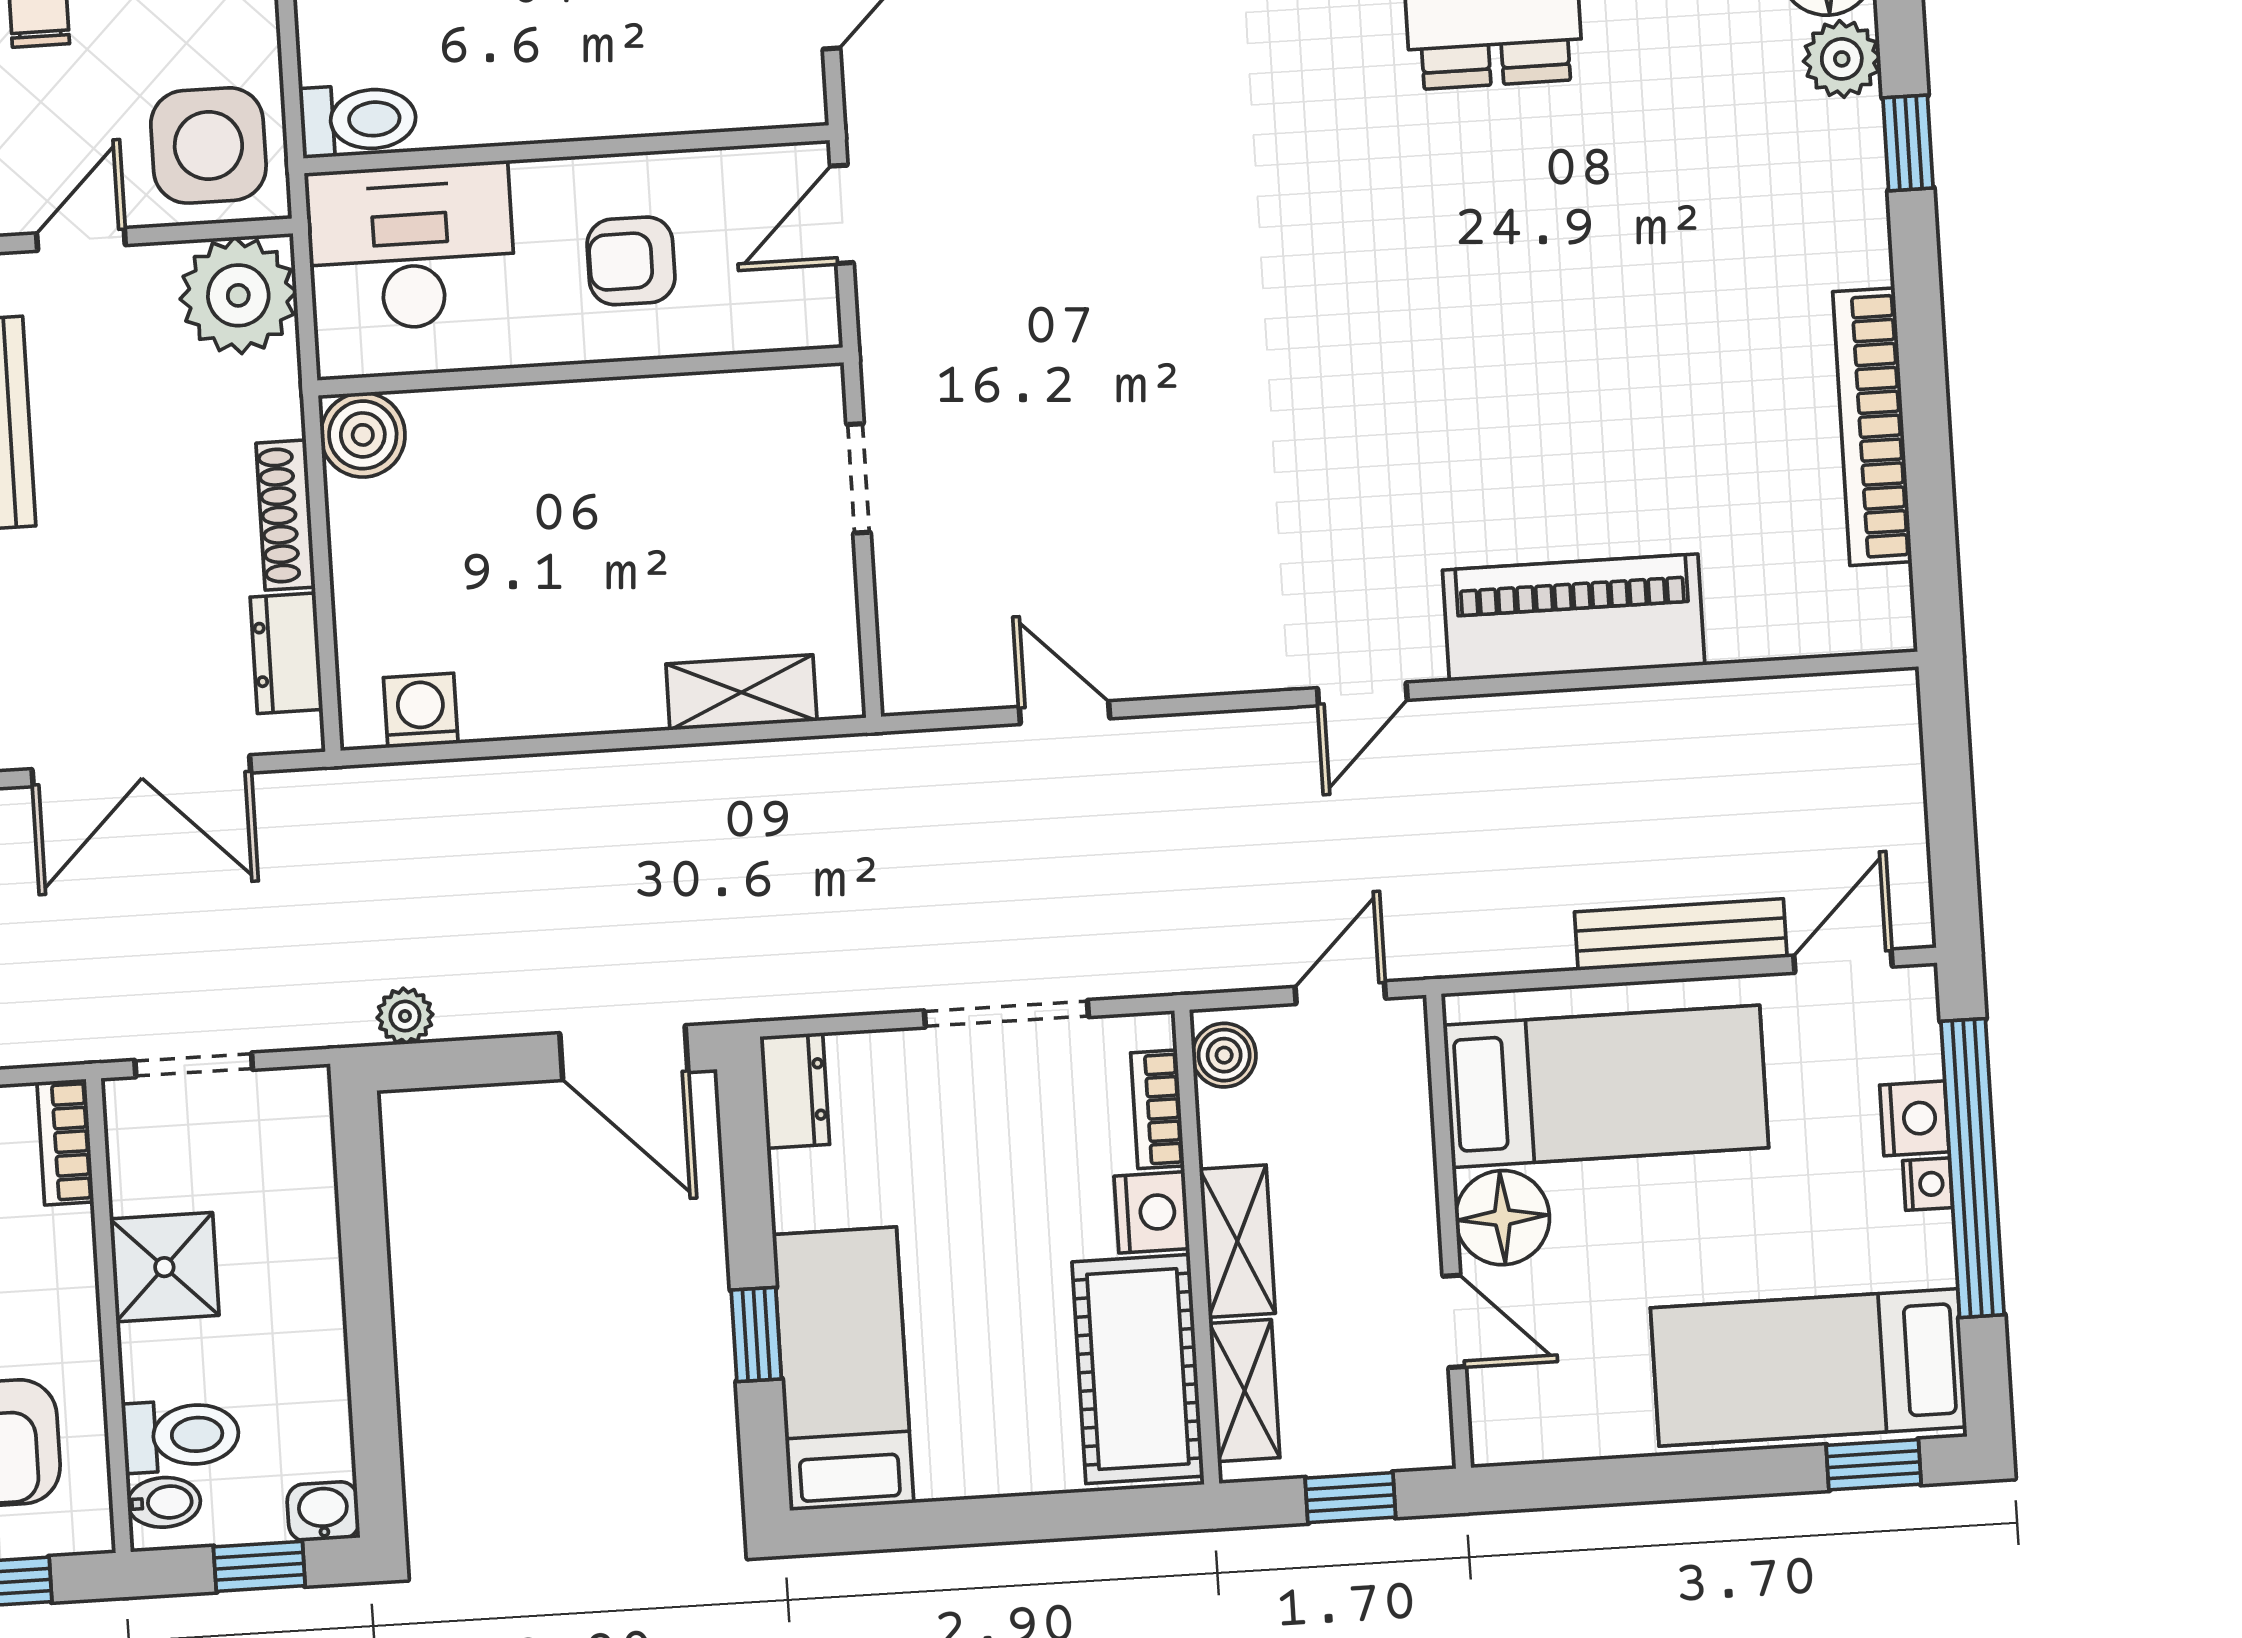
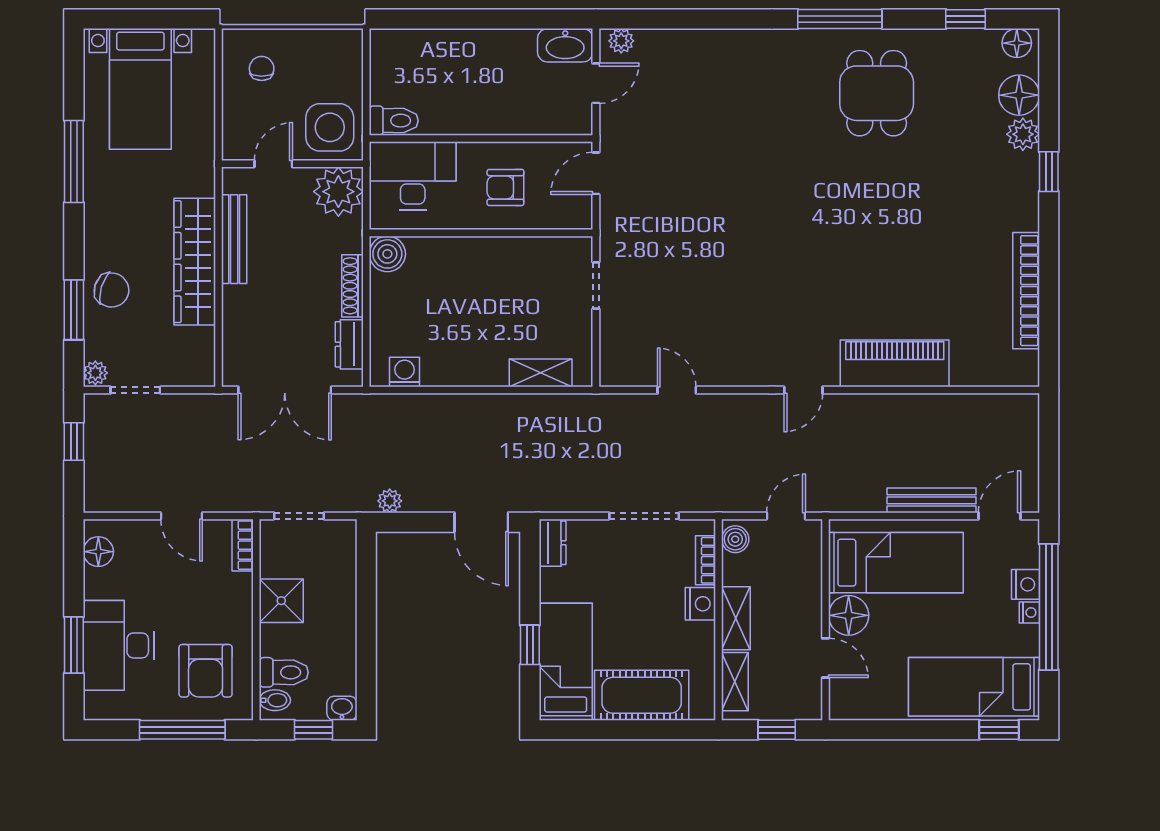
cot: (1138, 1369) -> (642, 695), moved, turned 90

